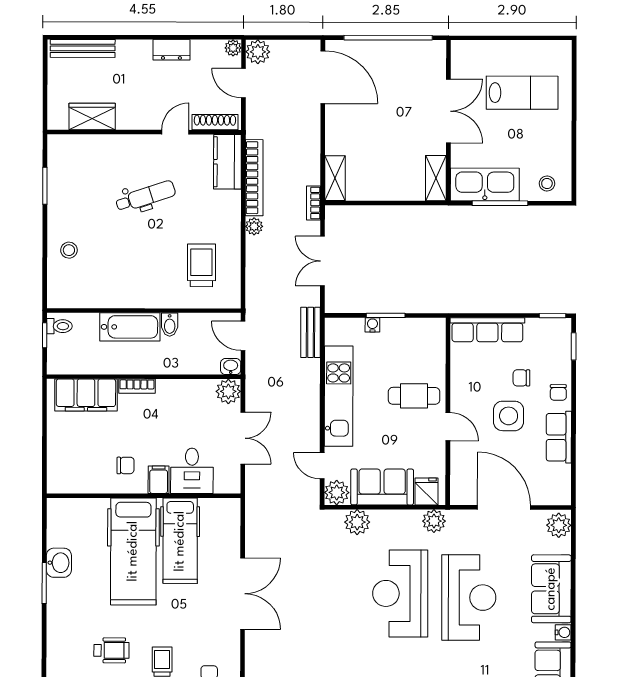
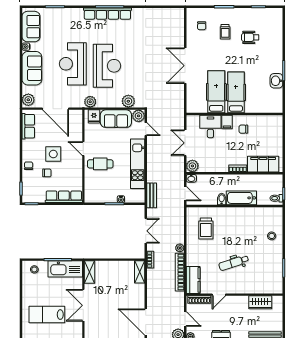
row of seats: (559, 437) -> (28, 126), moved
hospital bed: (133, 551) -> (236, 92), width x0.73, depth x0.78

